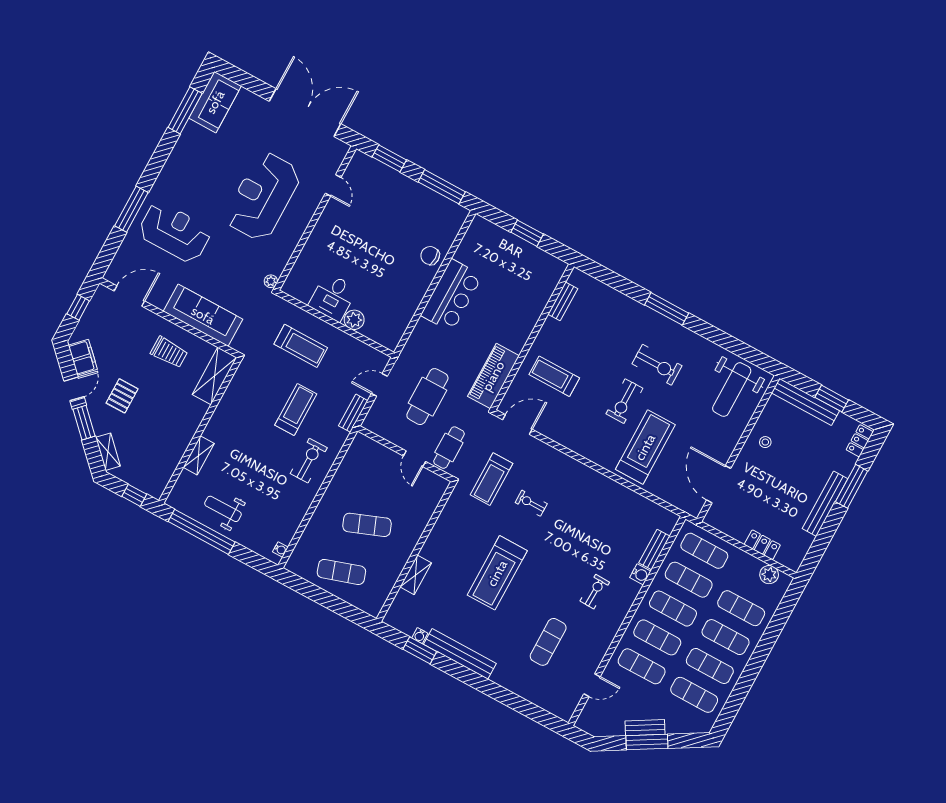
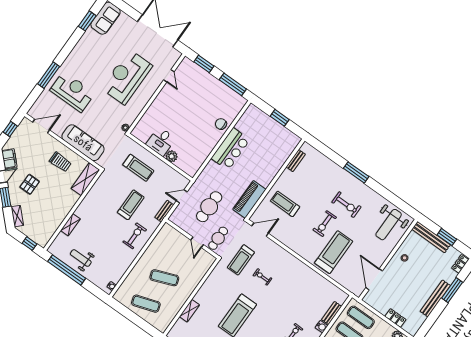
window: (185, 110) -> (87, 21), width x0.69

